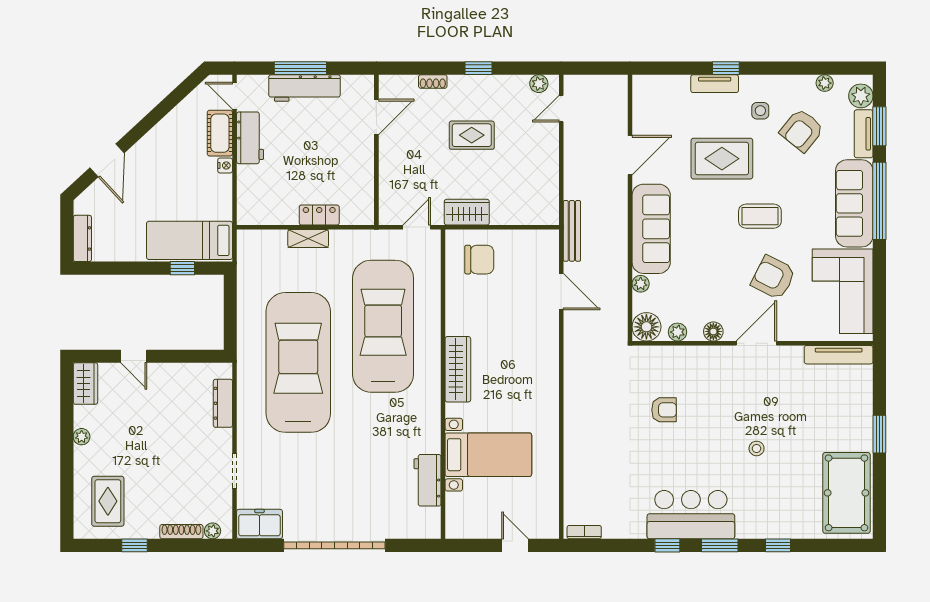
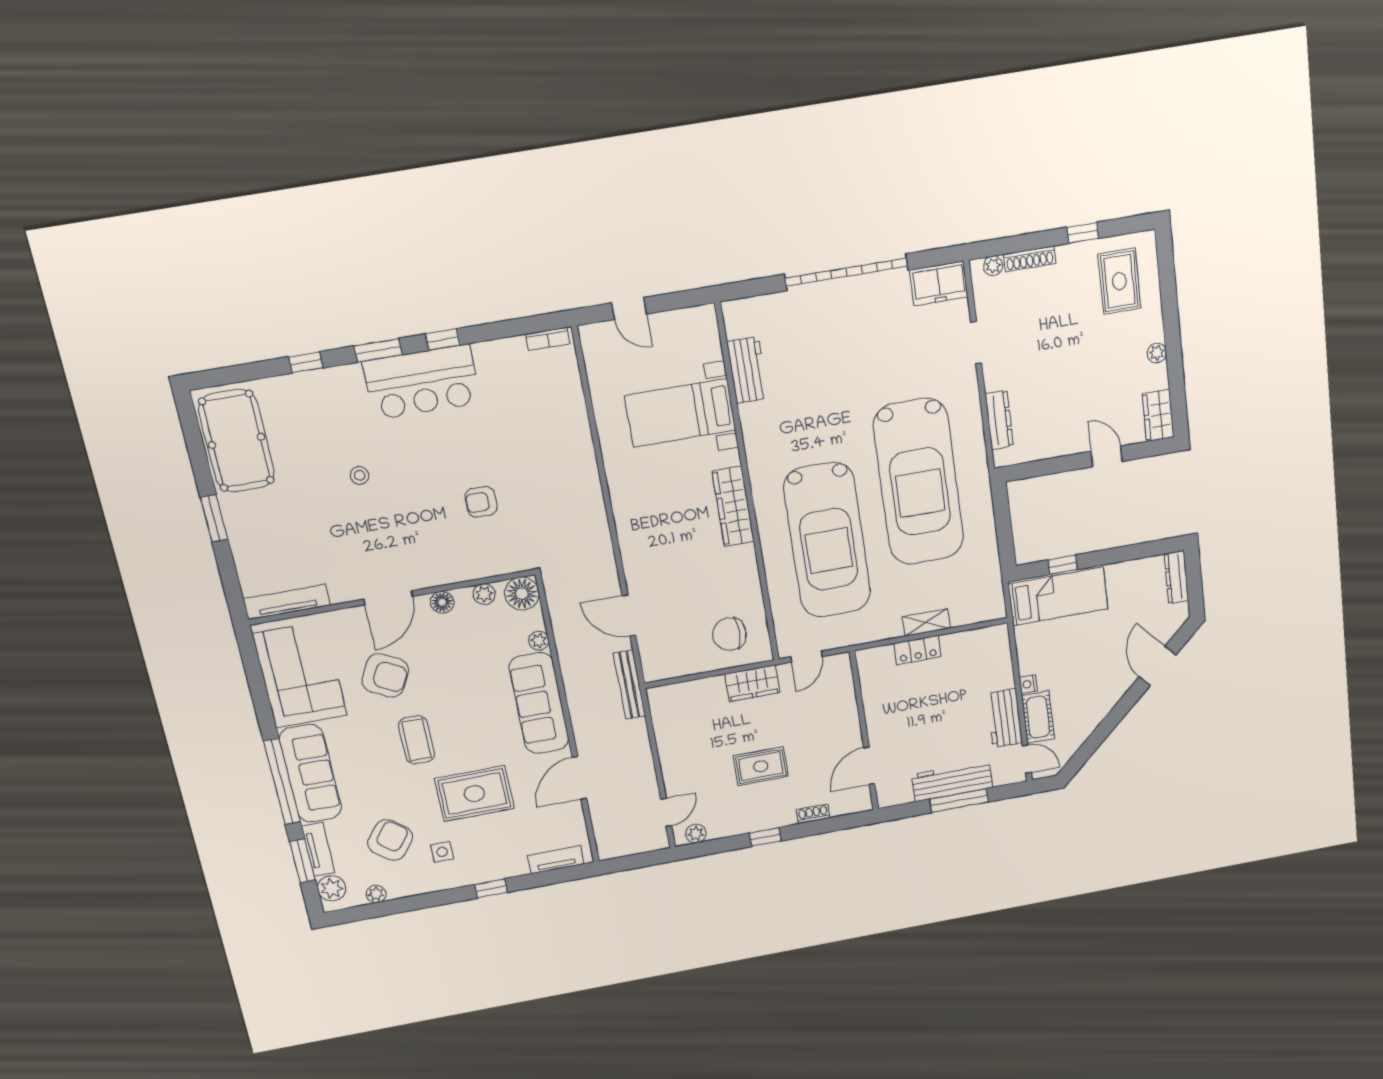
tv unit: (715, 84) -> (556, 860), moved
coffee table: (760, 216) -> (417, 740), turned 90

